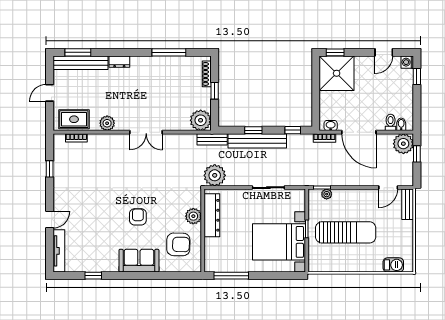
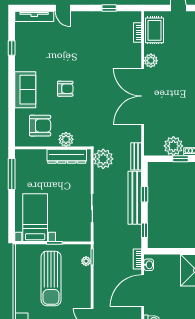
plant: (201, 120) -> (173, 146), moved
double door: (146, 132) -> (143, 96), width x1.87
bed with nightstands: (279, 242) -> (35, 218), width x0.73
armchair: (178, 244) -> (40, 126), turned -91

